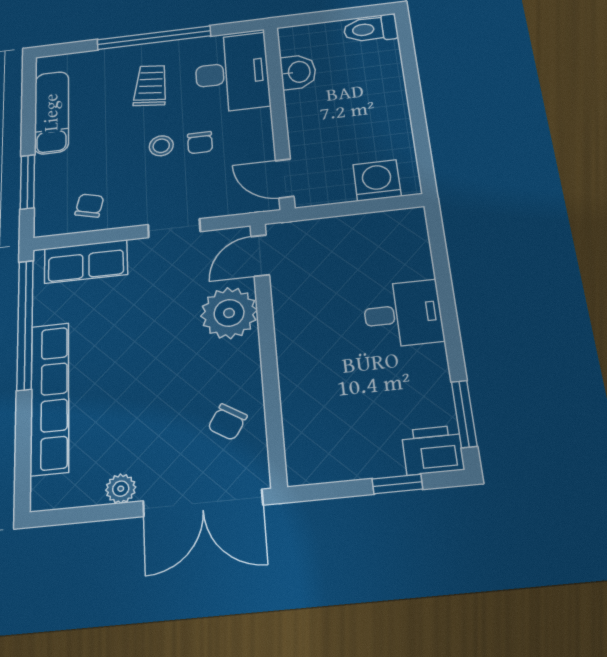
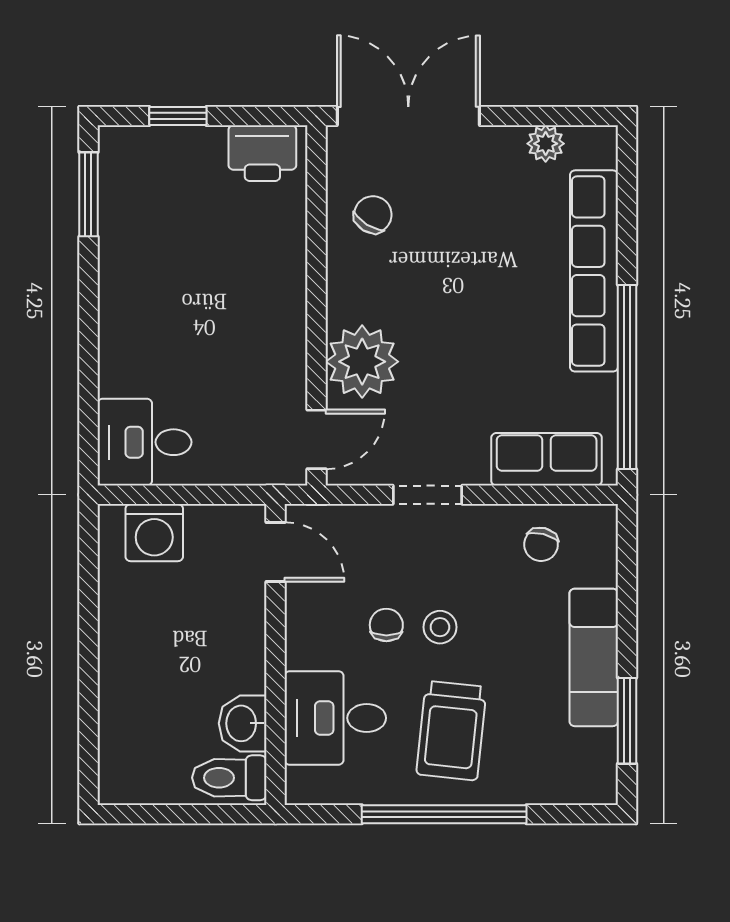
toilet: (371, 29) -> (229, 778), moved, turned 180
desk: (232, 73) -> (335, 718), width x0.73
trolley: (151, 86) -> (451, 731), width x1.36, depth x1.39
exam couch: (52, 112) -> (594, 657), moved
window: (27, 182) -> (627, 721), moved
desk: (403, 314) -> (144, 442), moved
printer: (433, 450) -> (262, 153), moved
plant: (121, 489) -> (546, 144), moved

